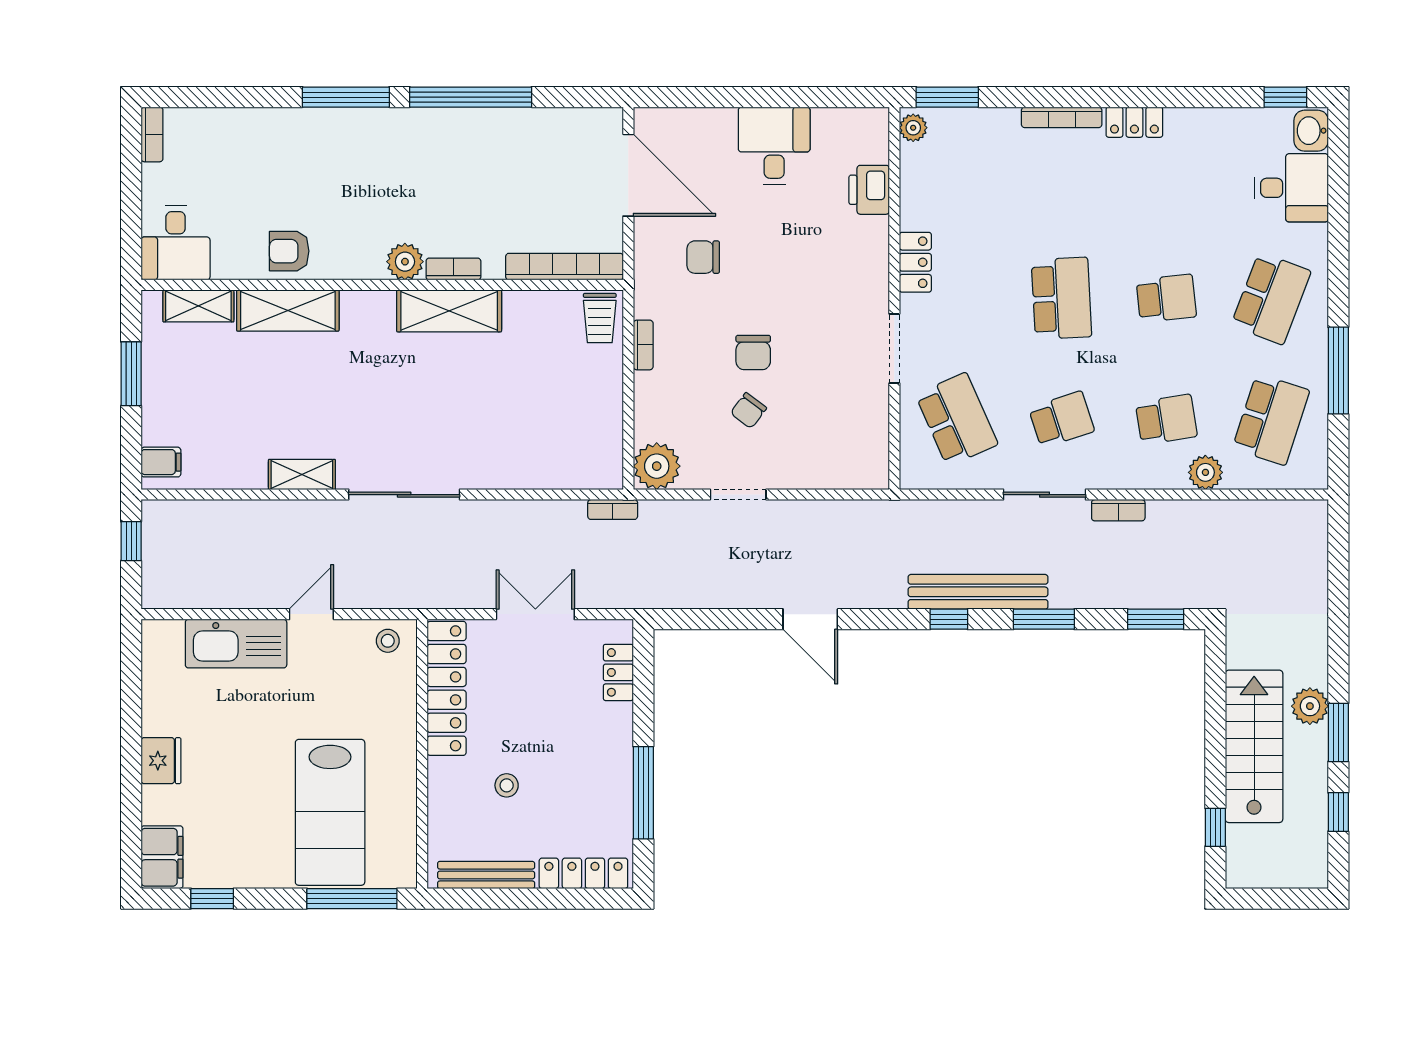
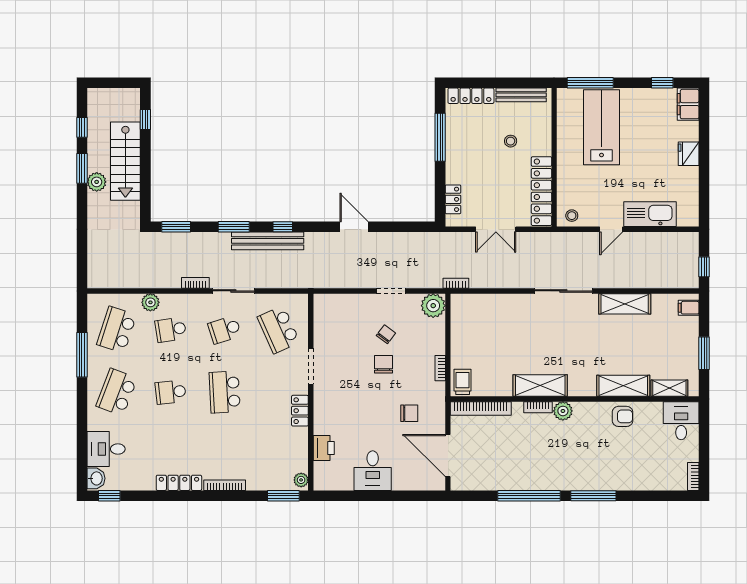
locker: (1134, 122) -> (179, 483), width x1.53
shelving: (302, 474) -> (625, 304), width x1.50, depth x1.33

